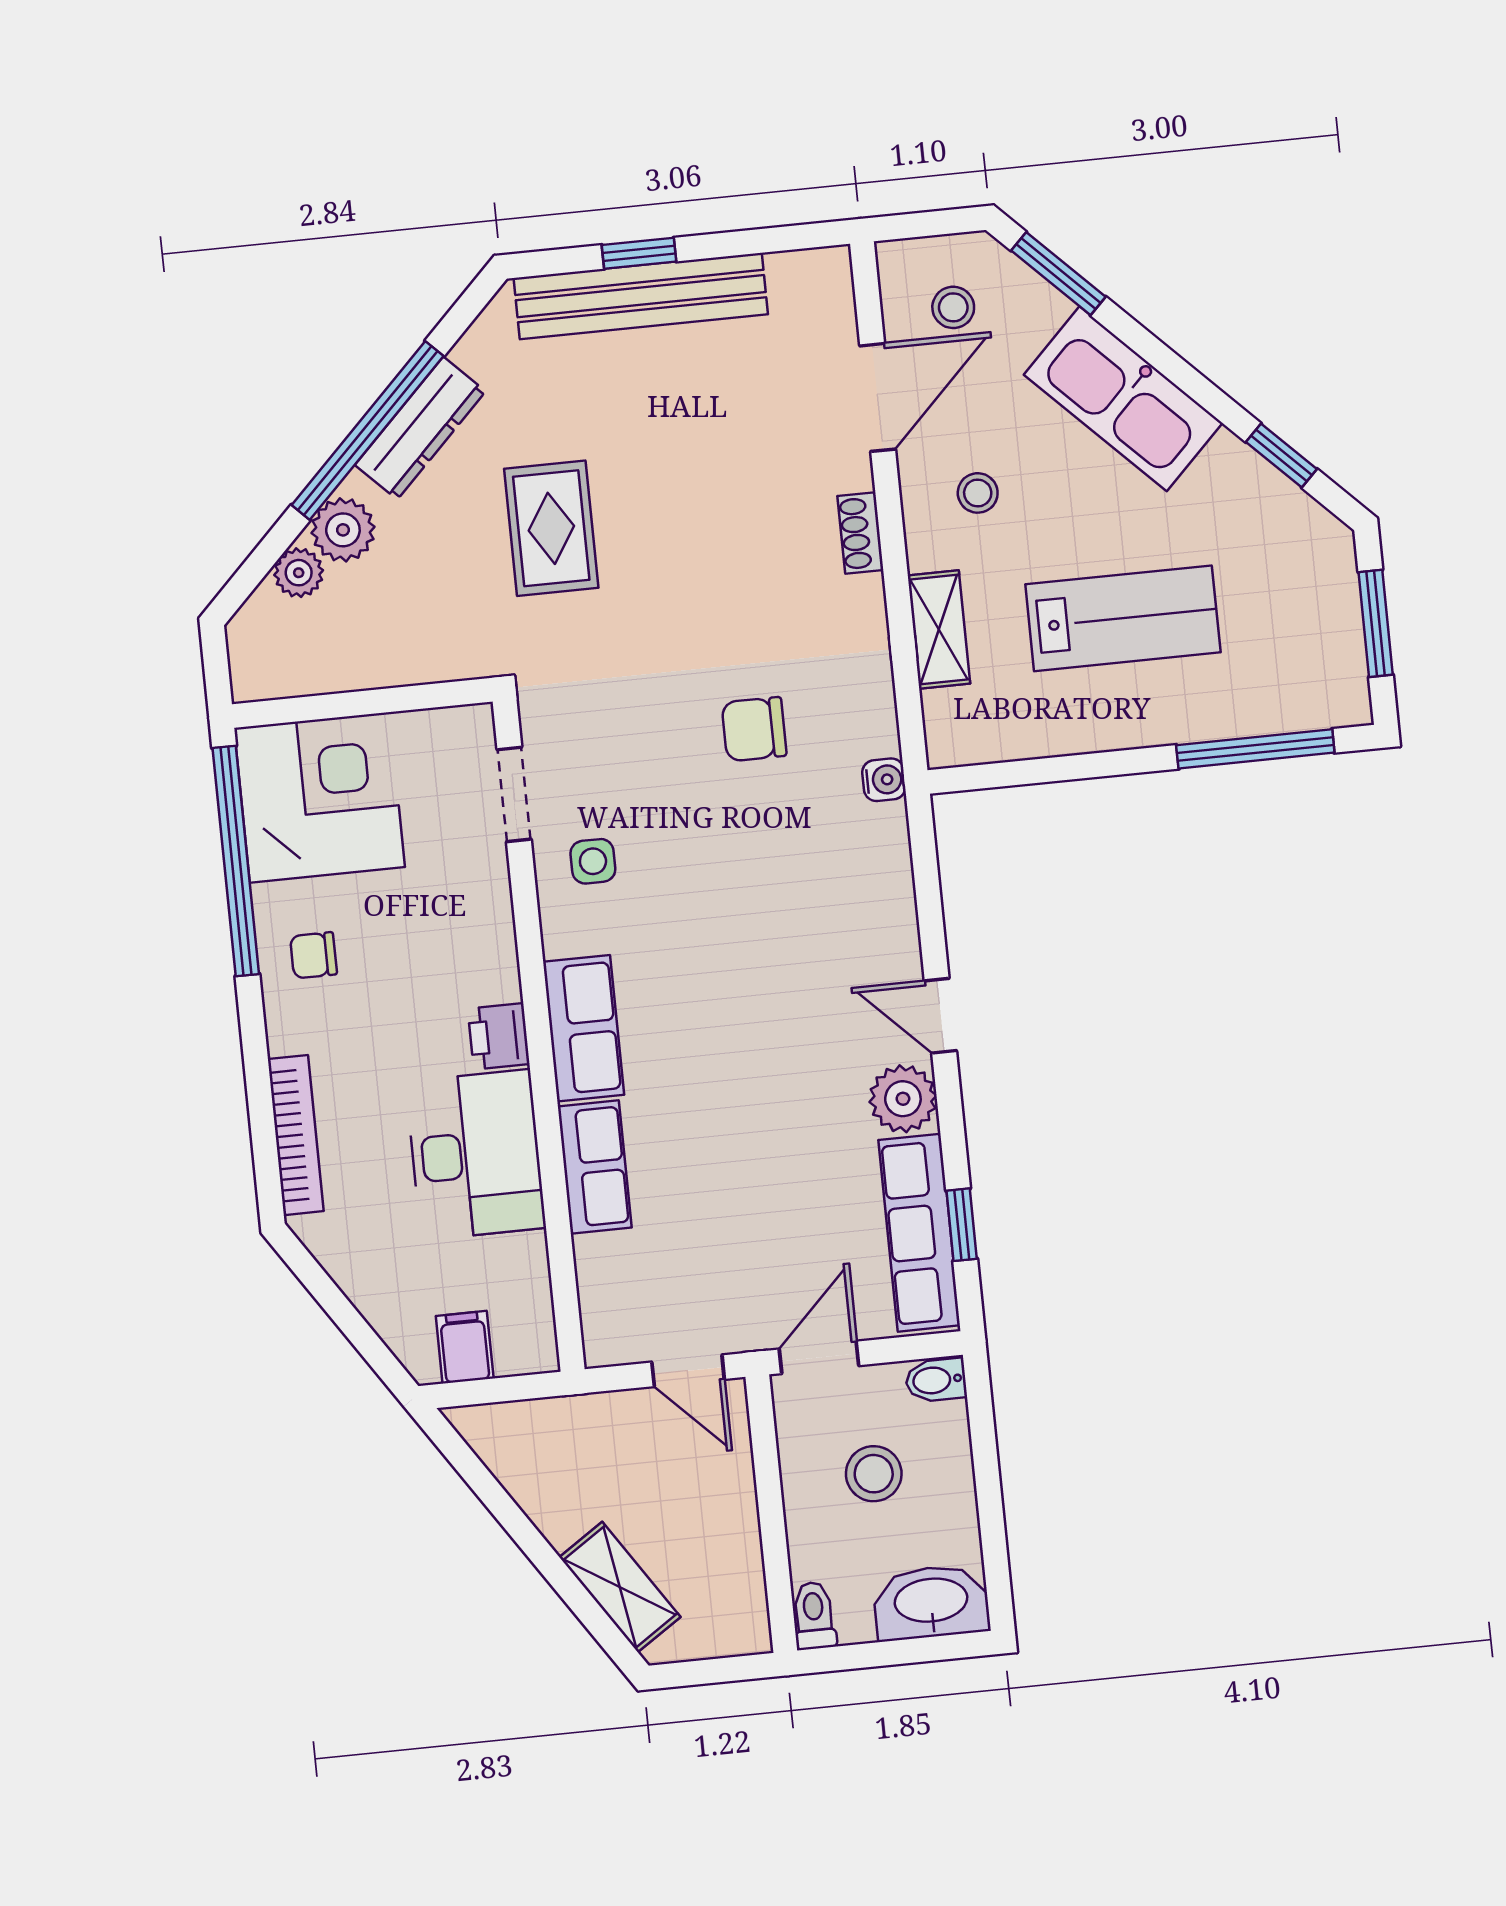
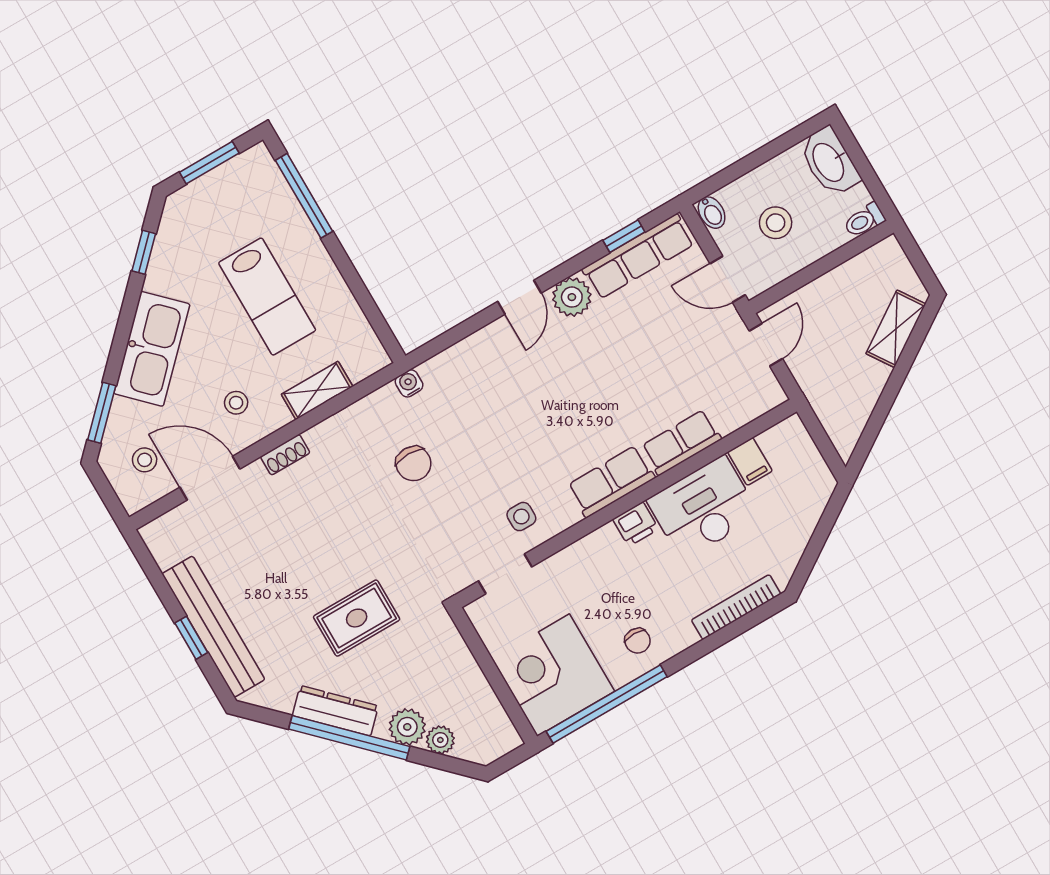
lab bench: (1123, 618) -> (267, 297), turned 180
filing cabinet: (465, 1347) -> (750, 462), moved, turned -90

